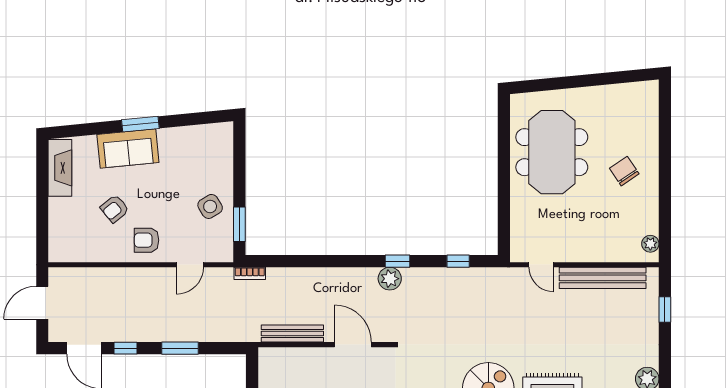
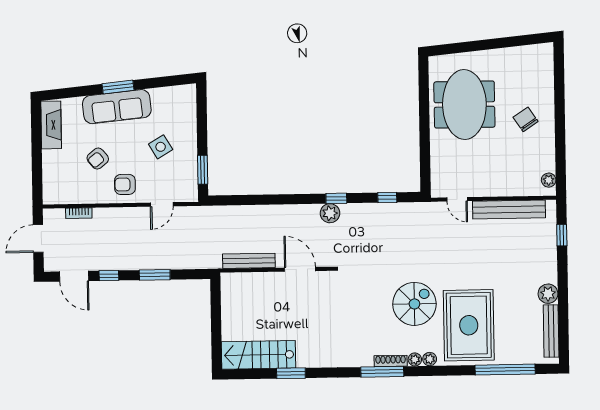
sofa: (128, 148) -> (117, 107), width x1.36
side table: (210, 206) -> (161, 147), moved
bookcase: (250, 273) -> (79, 213), moved

